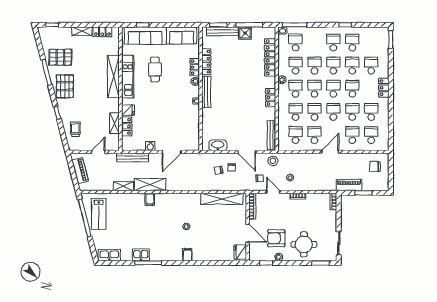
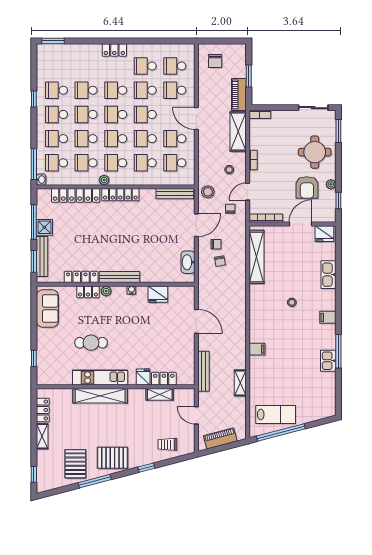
sofa: (145, 36) -> (48, 355), removed
school desk: (371, 66) -> (56, 139), moved
locker: (271, 98) -> (120, 195), width x1.53
fridge: (193, 122) -> (158, 294), added
water cooler: (150, 146) -> (189, 349), removed
shelving: (150, 185) -> (238, 132), moved
kitchen sink: (109, 255) -> (328, 275), moved
filing cabinet: (187, 255) -> (328, 317), moved

